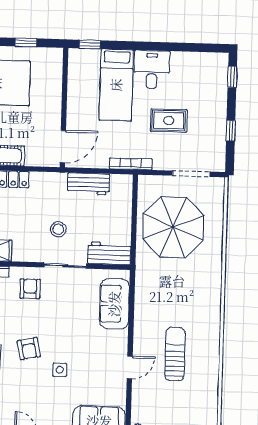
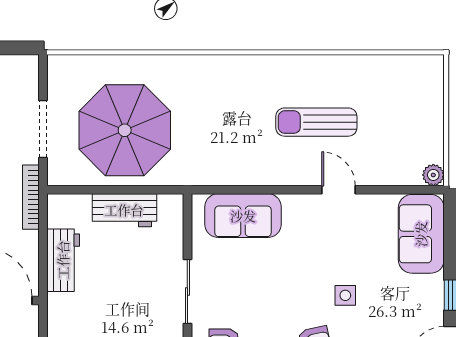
doorway: (191, 174) -> (43, 129), moved
stool: (58, 229) -> (133, 304), removed
workbench: (109, 253) -> (124, 210), moved, turned -90

